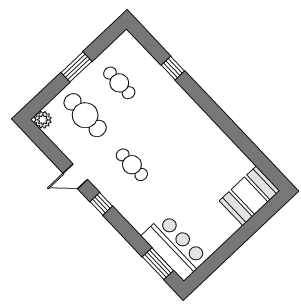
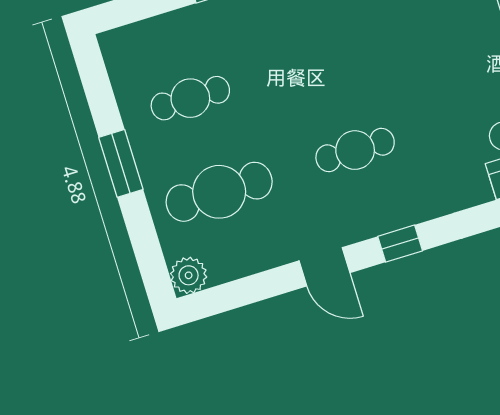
door: (75, 176) -> (324, 267), hinge flipped

